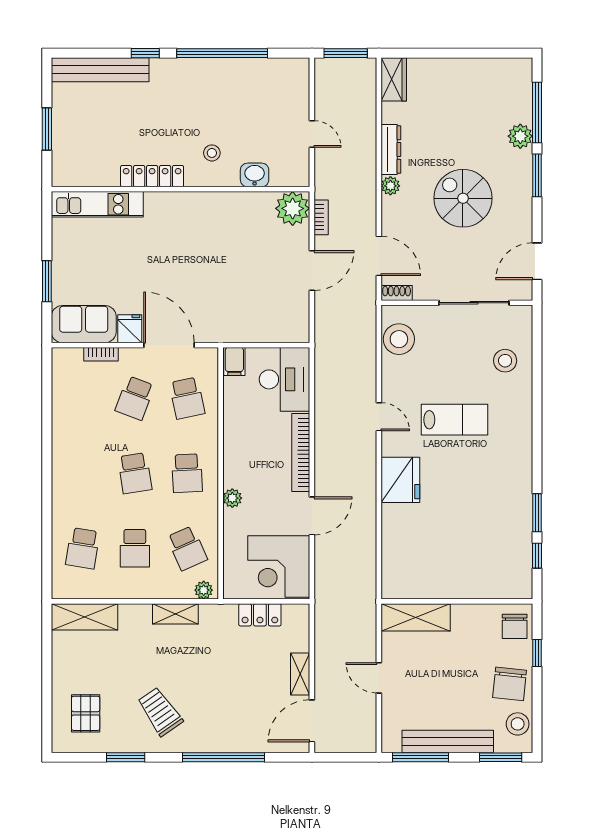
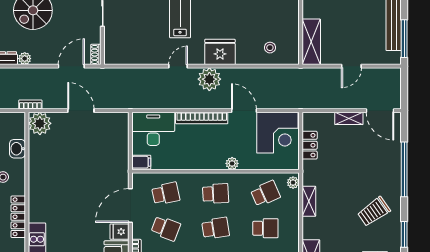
bookcase: (321, 217) -> (30, 105), moved
stool: (399, 339) -> (270, 48), moved, width x0.53, depth x0.53
plant: (359, 464) -> (209, 79), added

